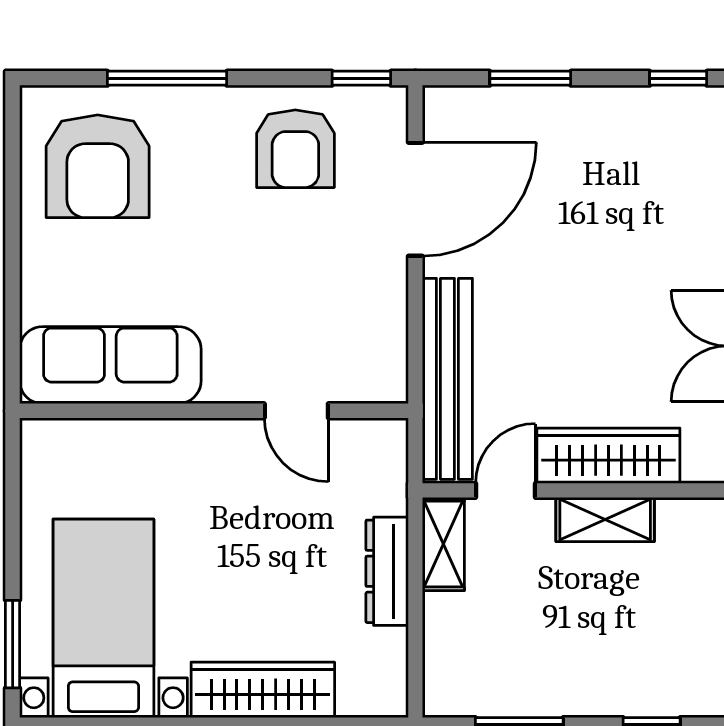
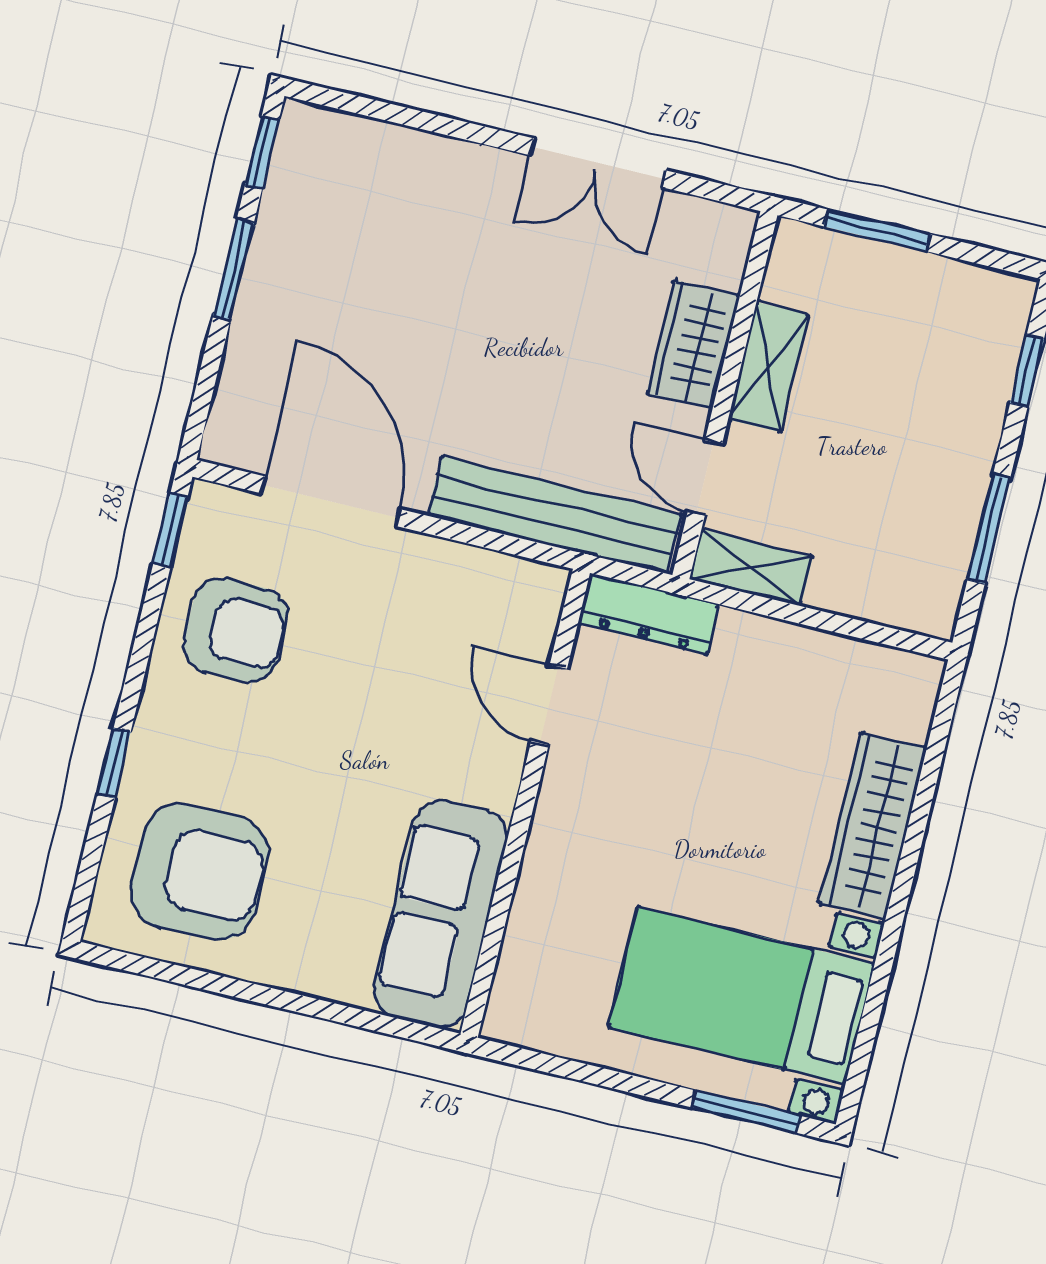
window: (167, 78) -> (114, 763), width x0.46
window: (530, 78) -> (234, 269), moved
door: (296, 411) -> (549, 705), swing flipped
wardrobe: (608, 456) -> (693, 345), width x0.67
dresser: (387, 571) -> (649, 614), moved

